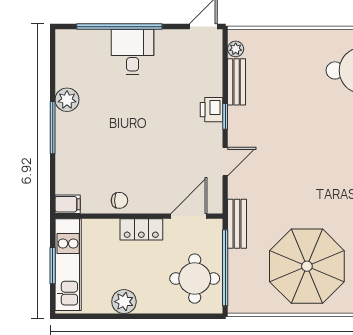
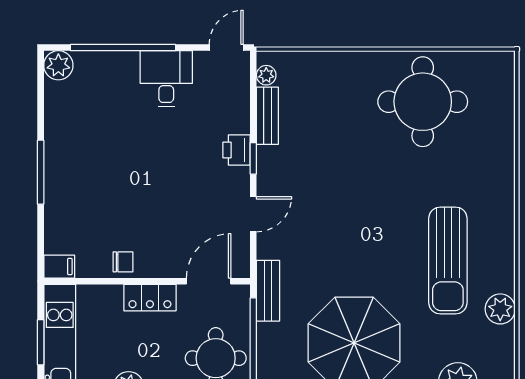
desk: (133, 52) -> (166, 79), moved
plant: (67, 100) -> (58, 65), moved

